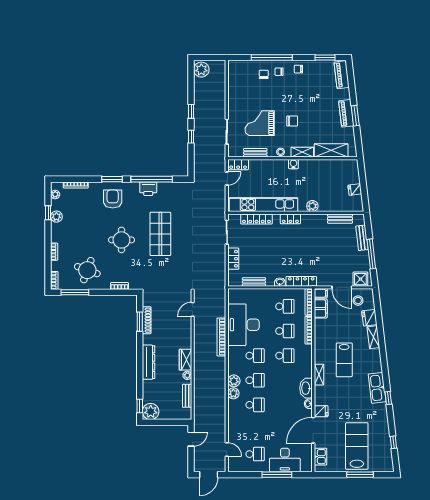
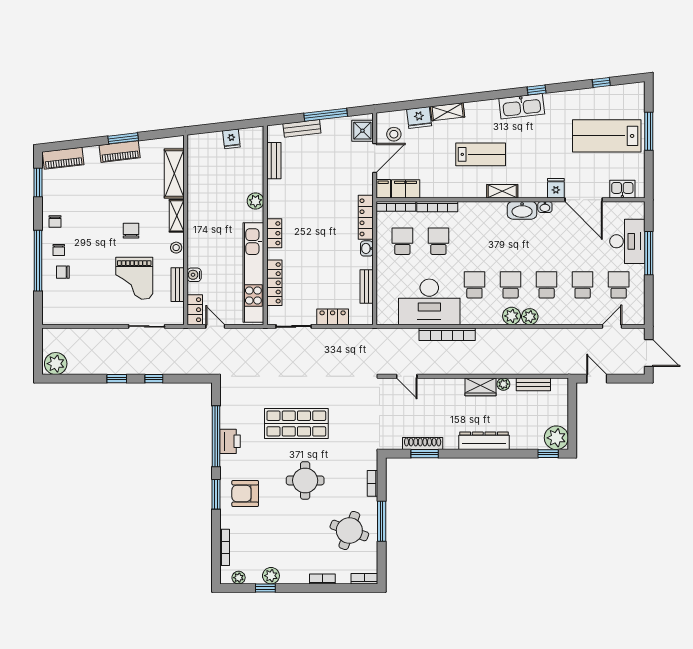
water cooler: (293, 164) -> (194, 275), moved
window: (75, 292) -> (382, 521), moved
school desk: (285, 356) -> (583, 285), moved

